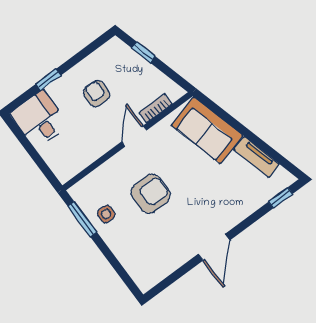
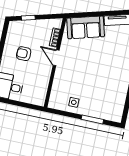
armchair: (150, 194) -> (85, 77), removed
window: (82, 219) -> (92, 119), moved

